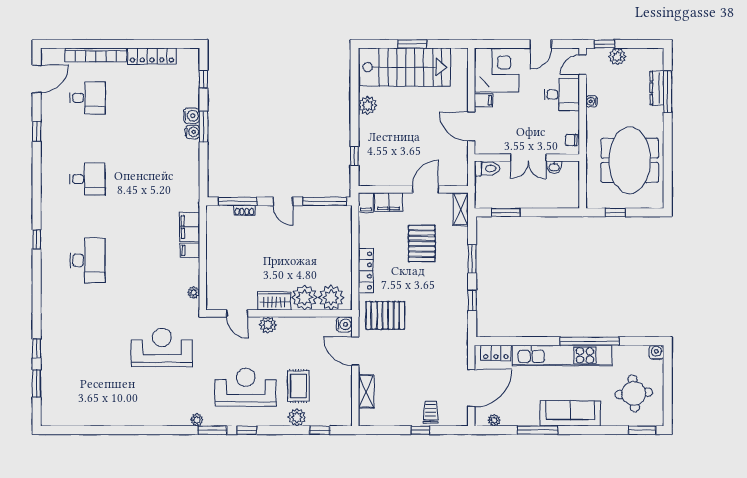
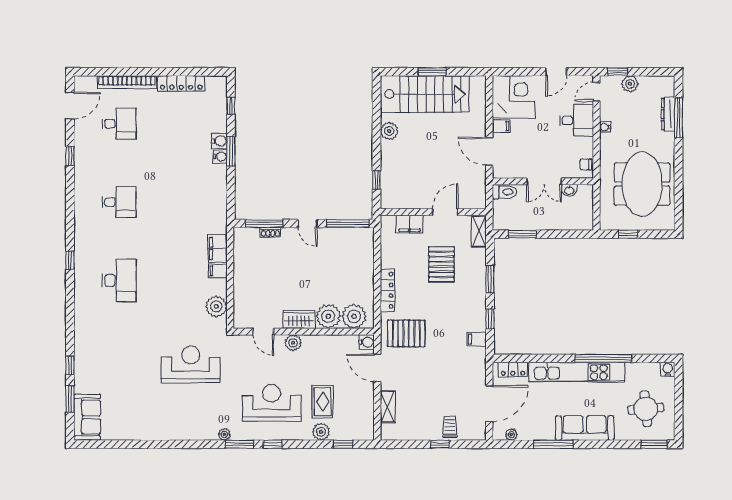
filing cabinet: (366, 203) -> (477, 339), moved, turned 90
plant: (194, 292) -> (216, 306), width x1.87, depth x1.87
sofa: (54, 402) -> (87, 417), added

